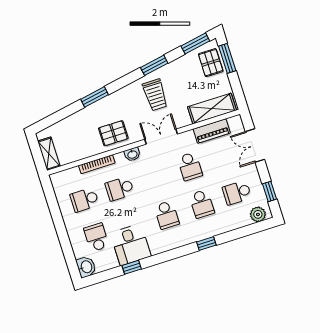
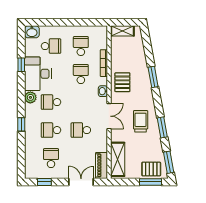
trolley: (155, 95) -> (141, 121), turned 90
piano: (212, 131) -> (101, 165), moved
plant: (258, 214) -> (30, 97), moved
desk: (131, 245) -> (38, 74), width x1.37

